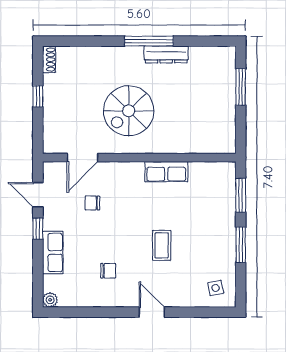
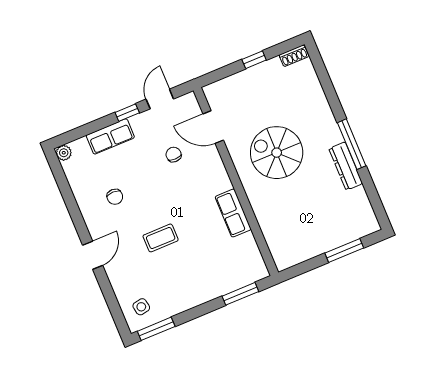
window: (241, 245) -> (156, 329), moved

